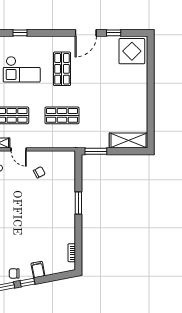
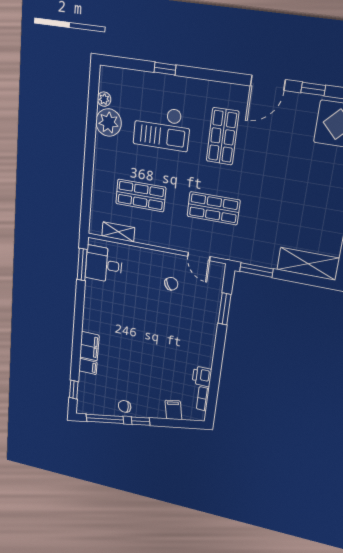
door: (19, 149) -> (199, 256), moved
window: (78, 203) -> (224, 309), moved
printer: (69, 236) -> (202, 376), added
filing cabinet: (38, 270) -> (173, 410), moved

